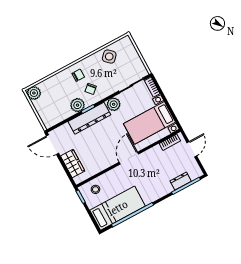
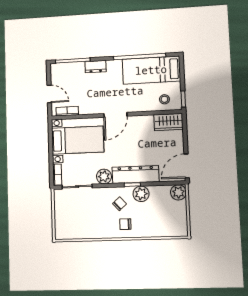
side table: (109, 57) -> (85, 227), removed
plant: (34, 93) -> (178, 192), moved
door: (53, 145) -> (187, 166), swing flipped
door: (192, 149) -> (49, 94), swing flipped
wardrobe: (73, 163) -> (168, 122), moved, turned -90
dresser: (181, 181) -> (96, 67), moved

